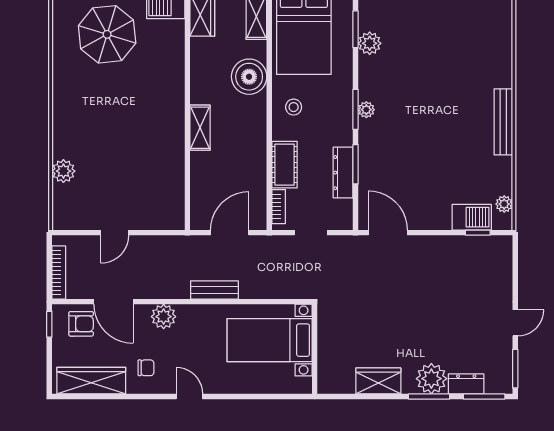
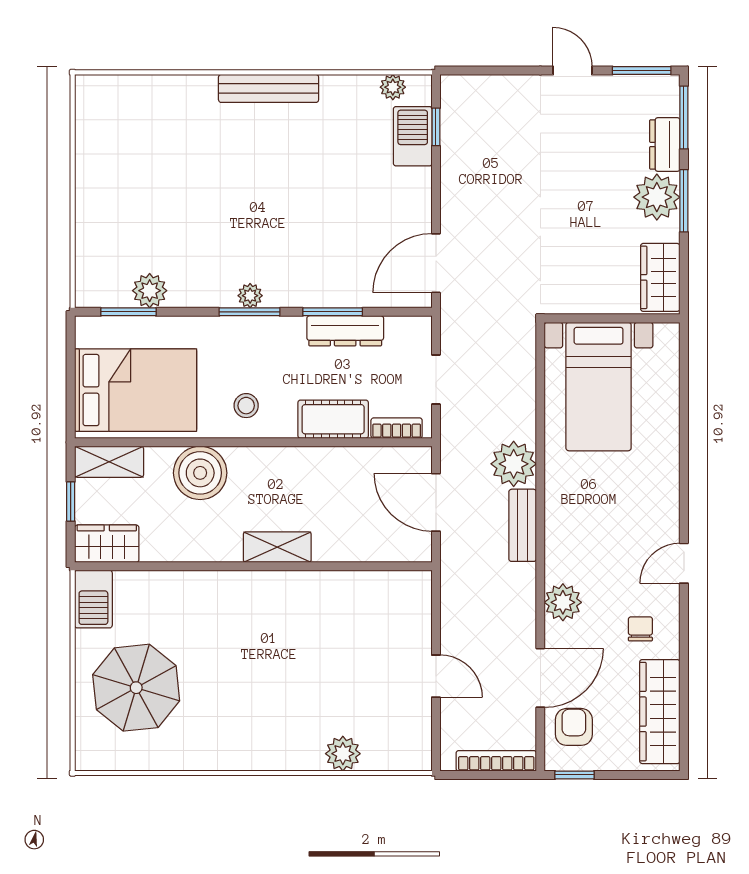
plant: (255, 284) -> (514, 464), added
bed with nightstands: (270, 340) -> (599, 387), moved
wall: (315, 349) -> (612, 318), moved

